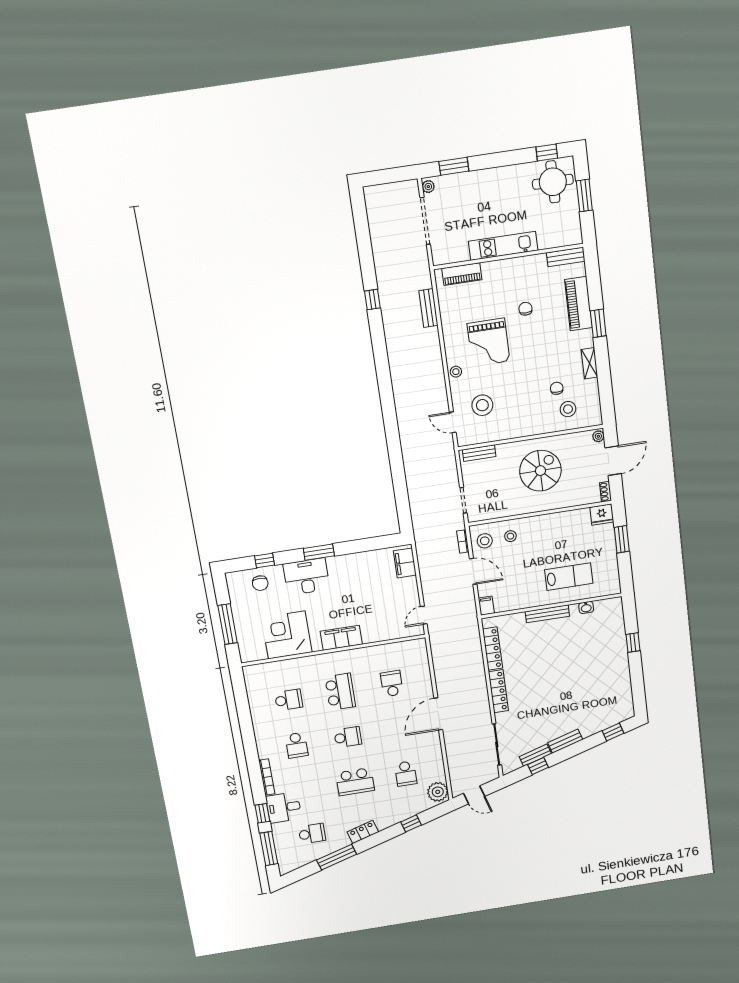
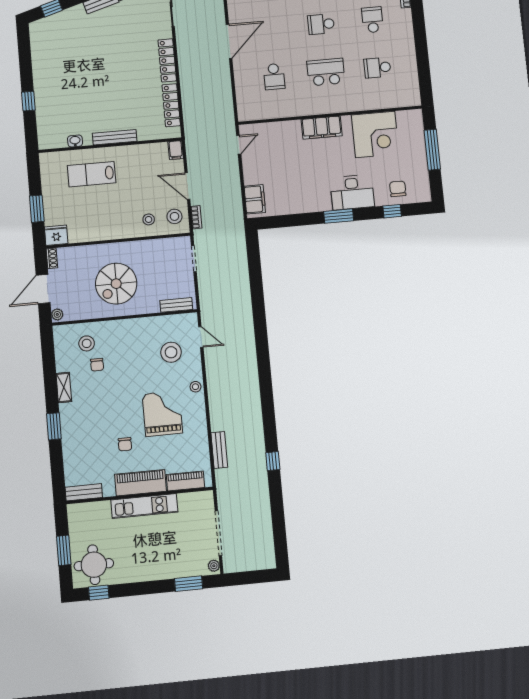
piano: (578, 304) -> (141, 483), moved, turned -90
school desk: (340, 692) -> (326, 72), turned 90

